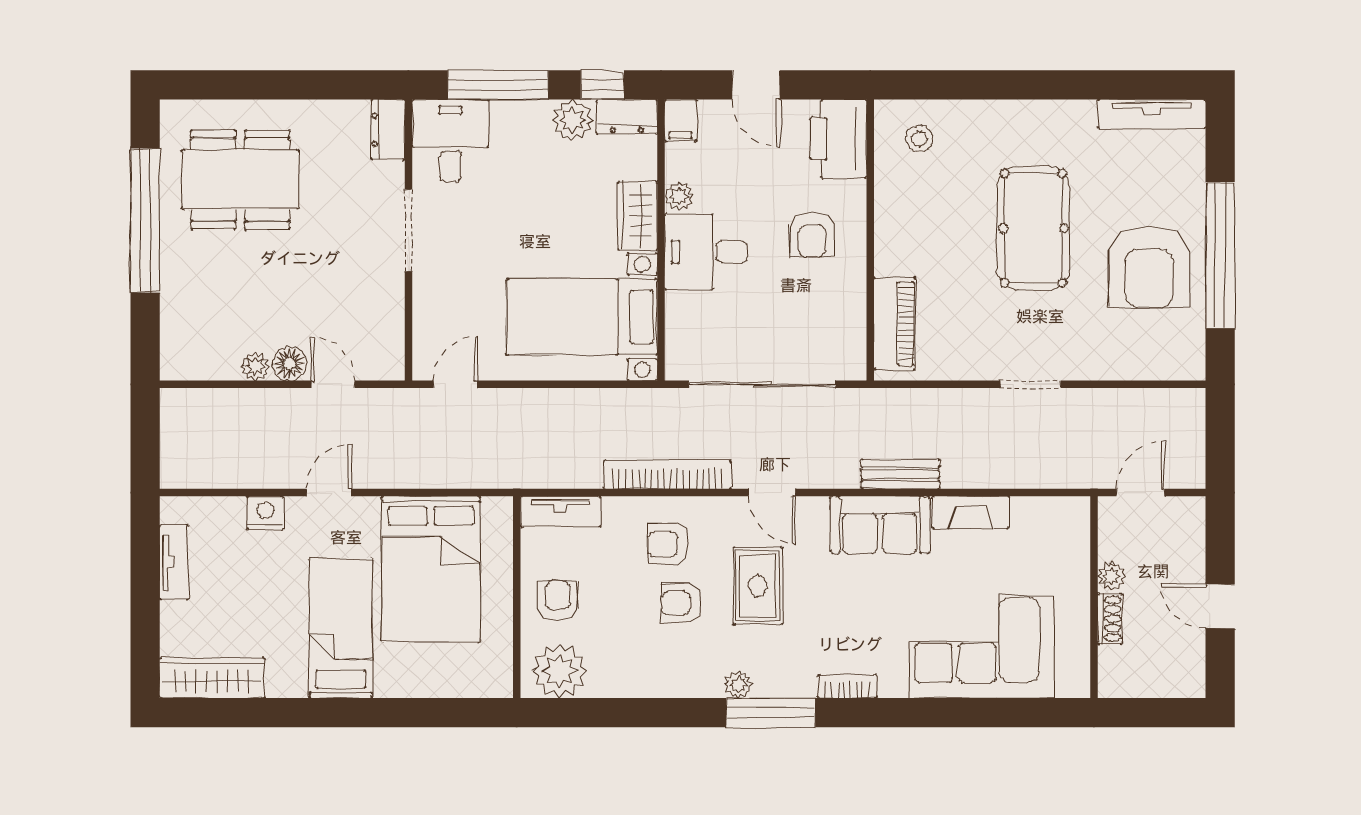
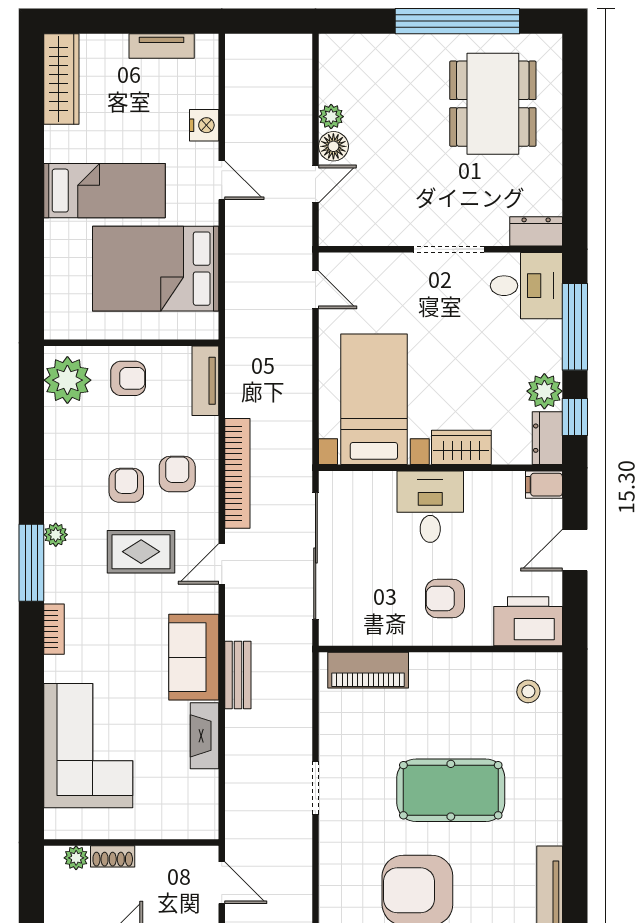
plant: (679, 196) -> (478, 483), removed
plant: (1112, 576) -> (76, 858), moved

